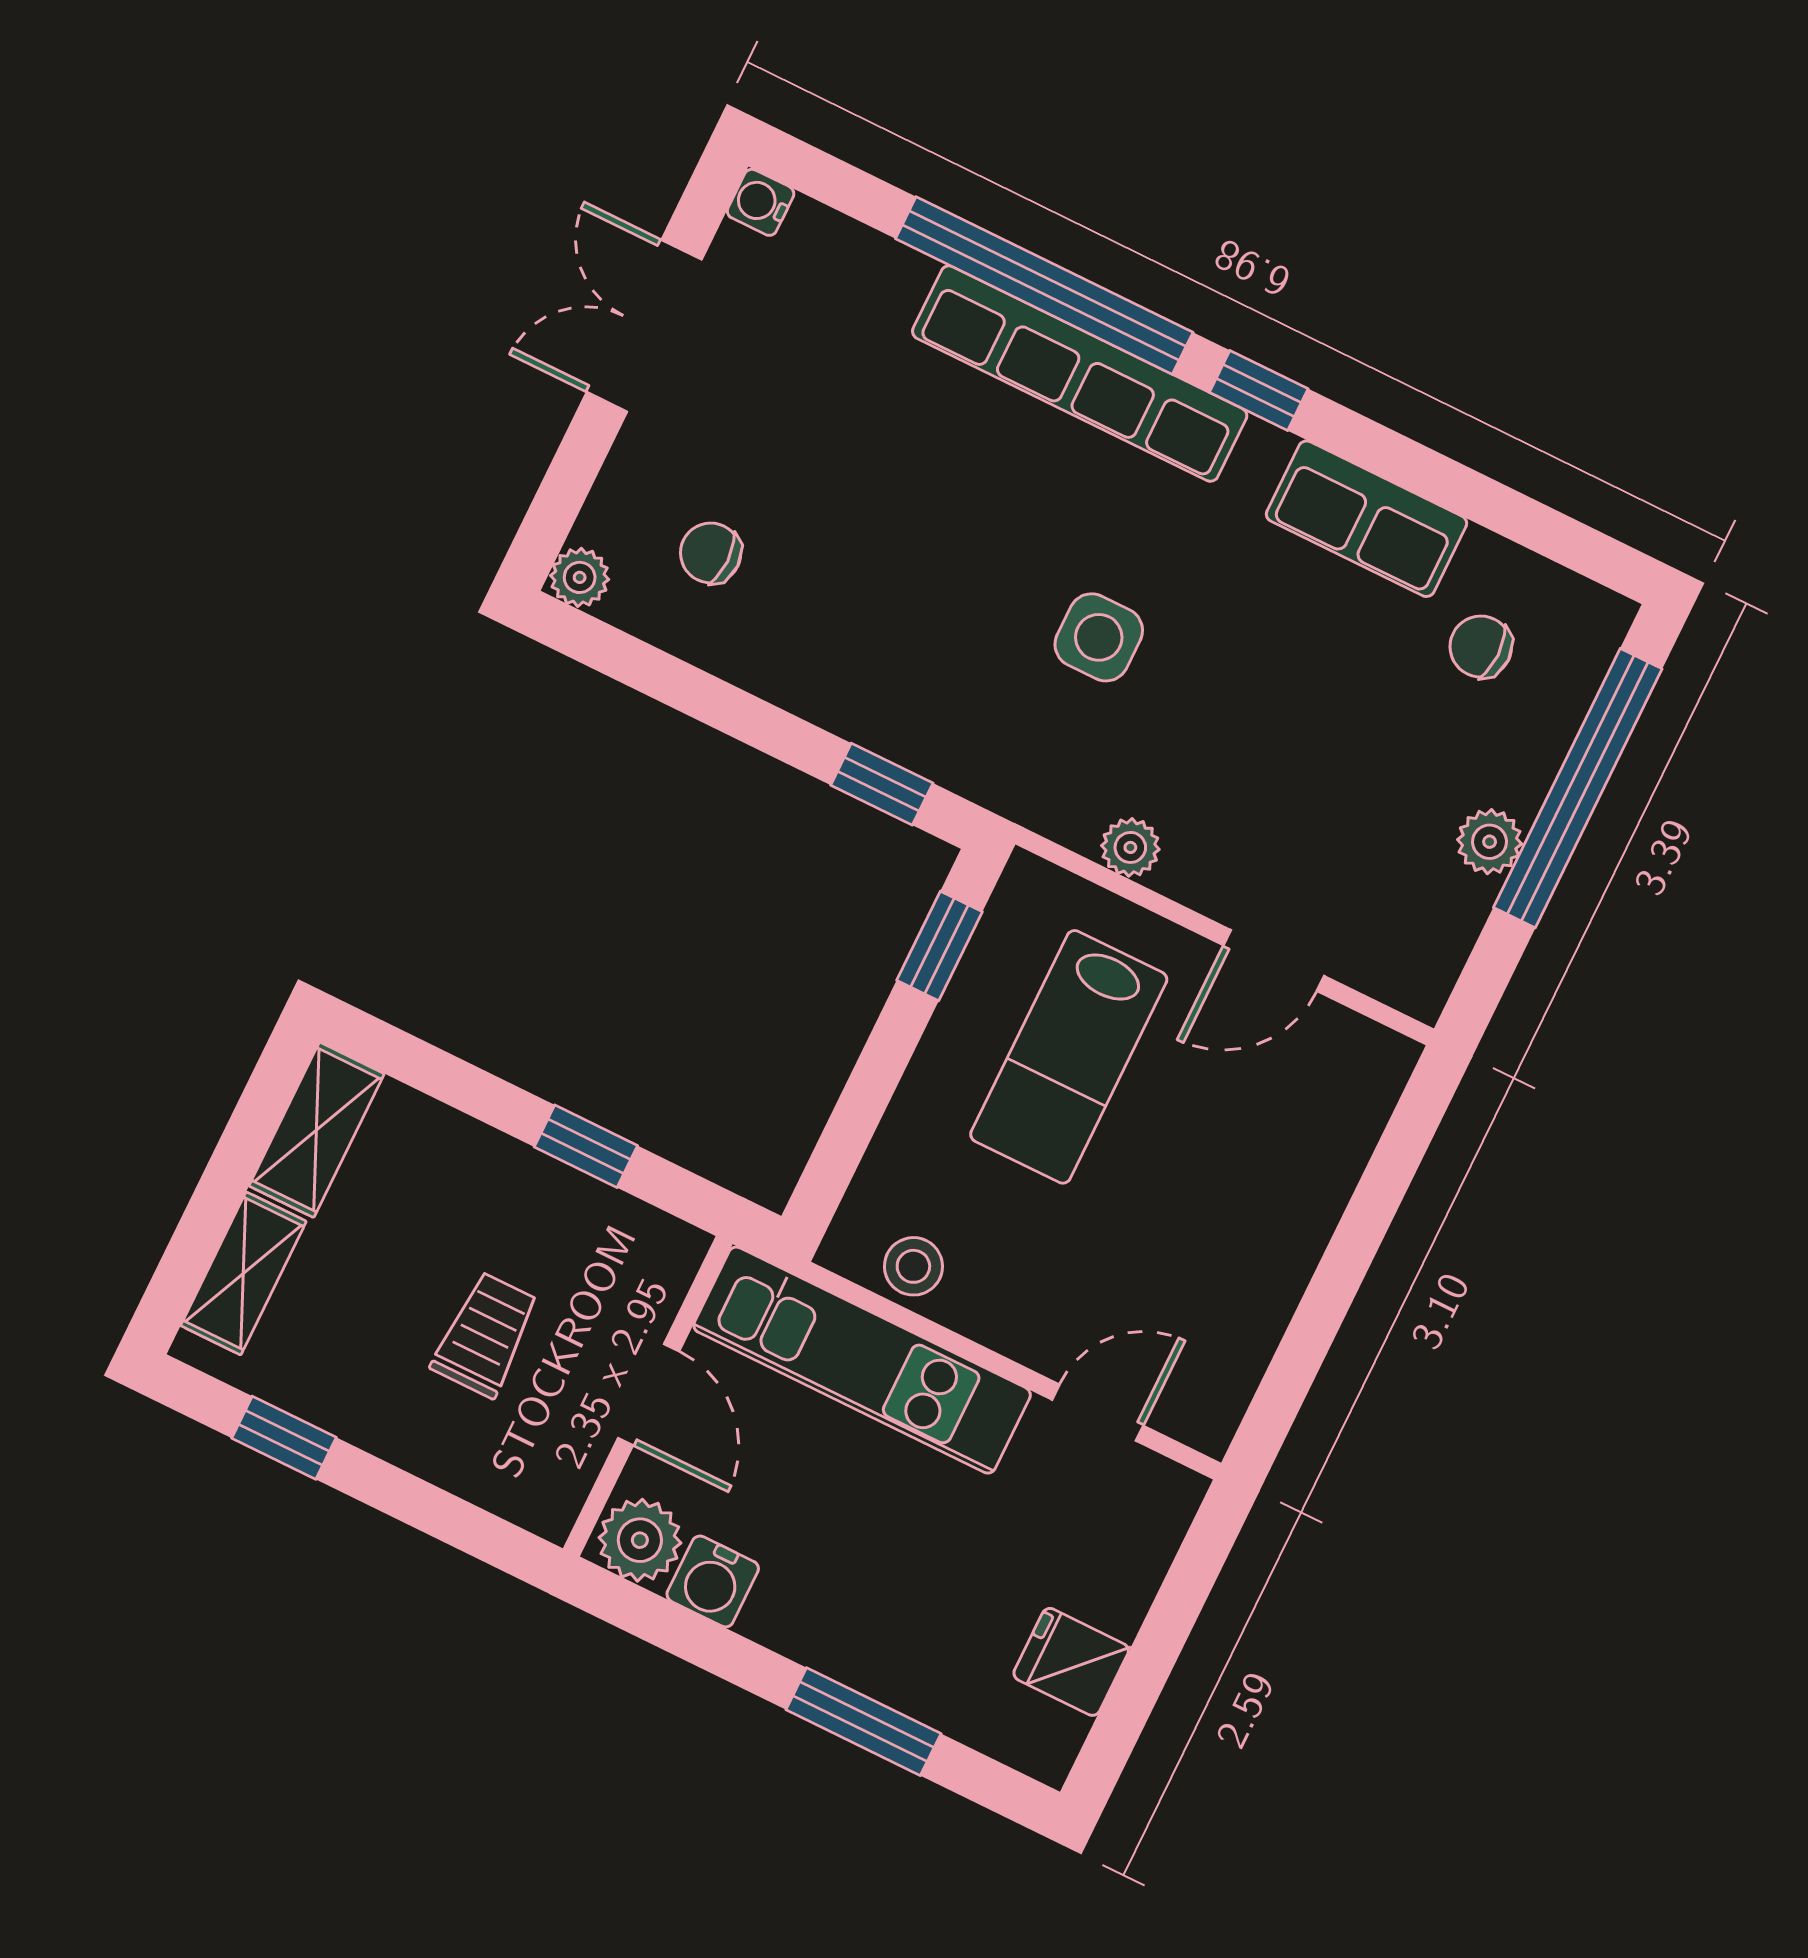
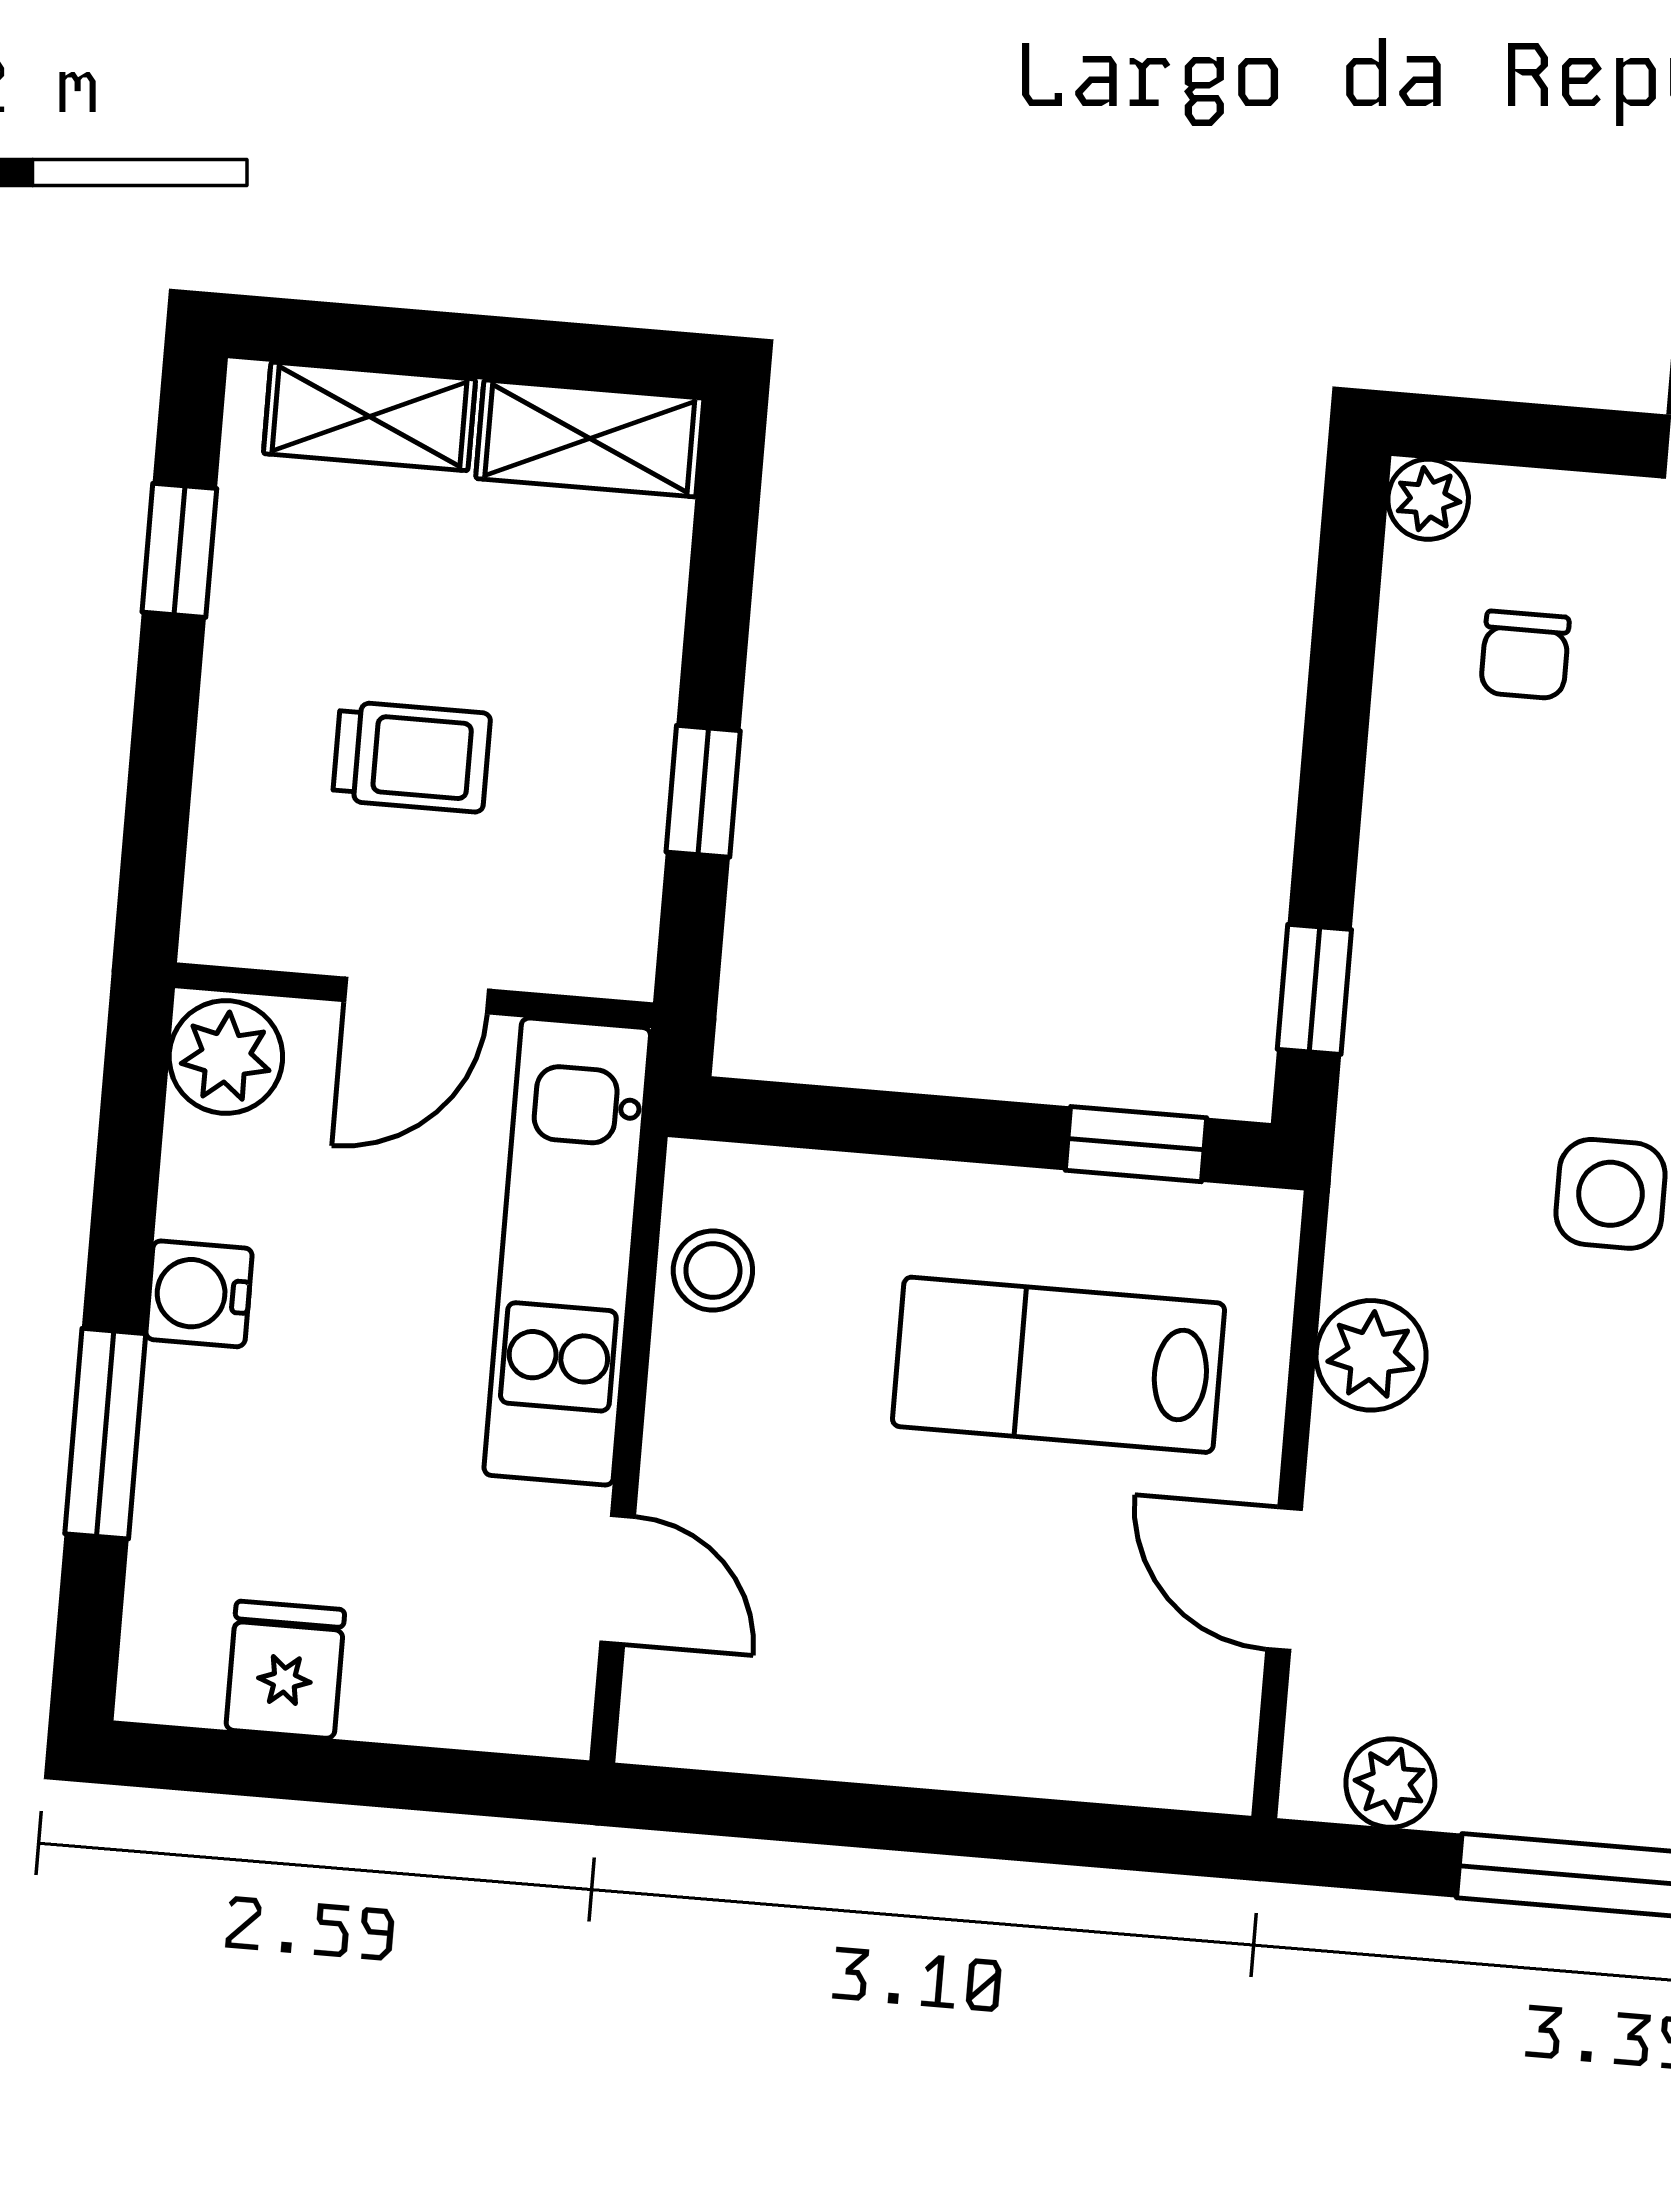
chair: (711, 553) -> (1525, 655), turned 180
plant: (1490, 842) -> (1390, 1783), moved
plant: (1130, 847) -> (1371, 1355), width x1.38, depth x1.38
water cooler: (713, 1581) -> (199, 1294), moved

